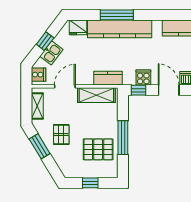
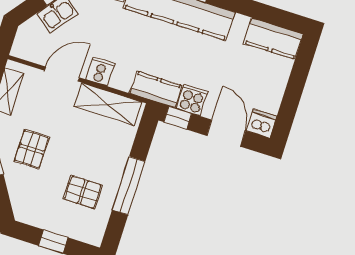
cooker: (39, 75) -> (100, 72), moved, turned -90
kitchen counter: (108, 78) -> (156, 89), moved
pallet: (98, 149) -> (83, 192), width x0.67, depth x0.71

